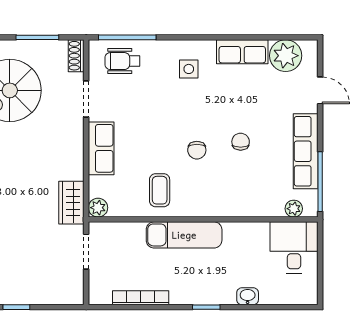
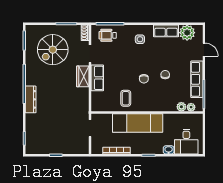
wardrobe: (71, 203) -> (83, 76), moved
plant: (98, 208) -> (181, 107), moved
exam couch: (184, 235) -> (138, 123), width x1.36, depth x1.45
desk: (294, 247) -> (186, 142), moved, turned 180

